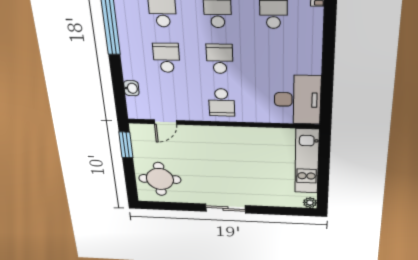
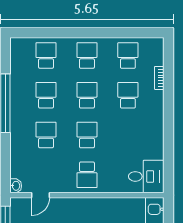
washbasin: (131, 88) -> (16, 186), moved
desk: (297, 100) -> (146, 176), width x0.73

